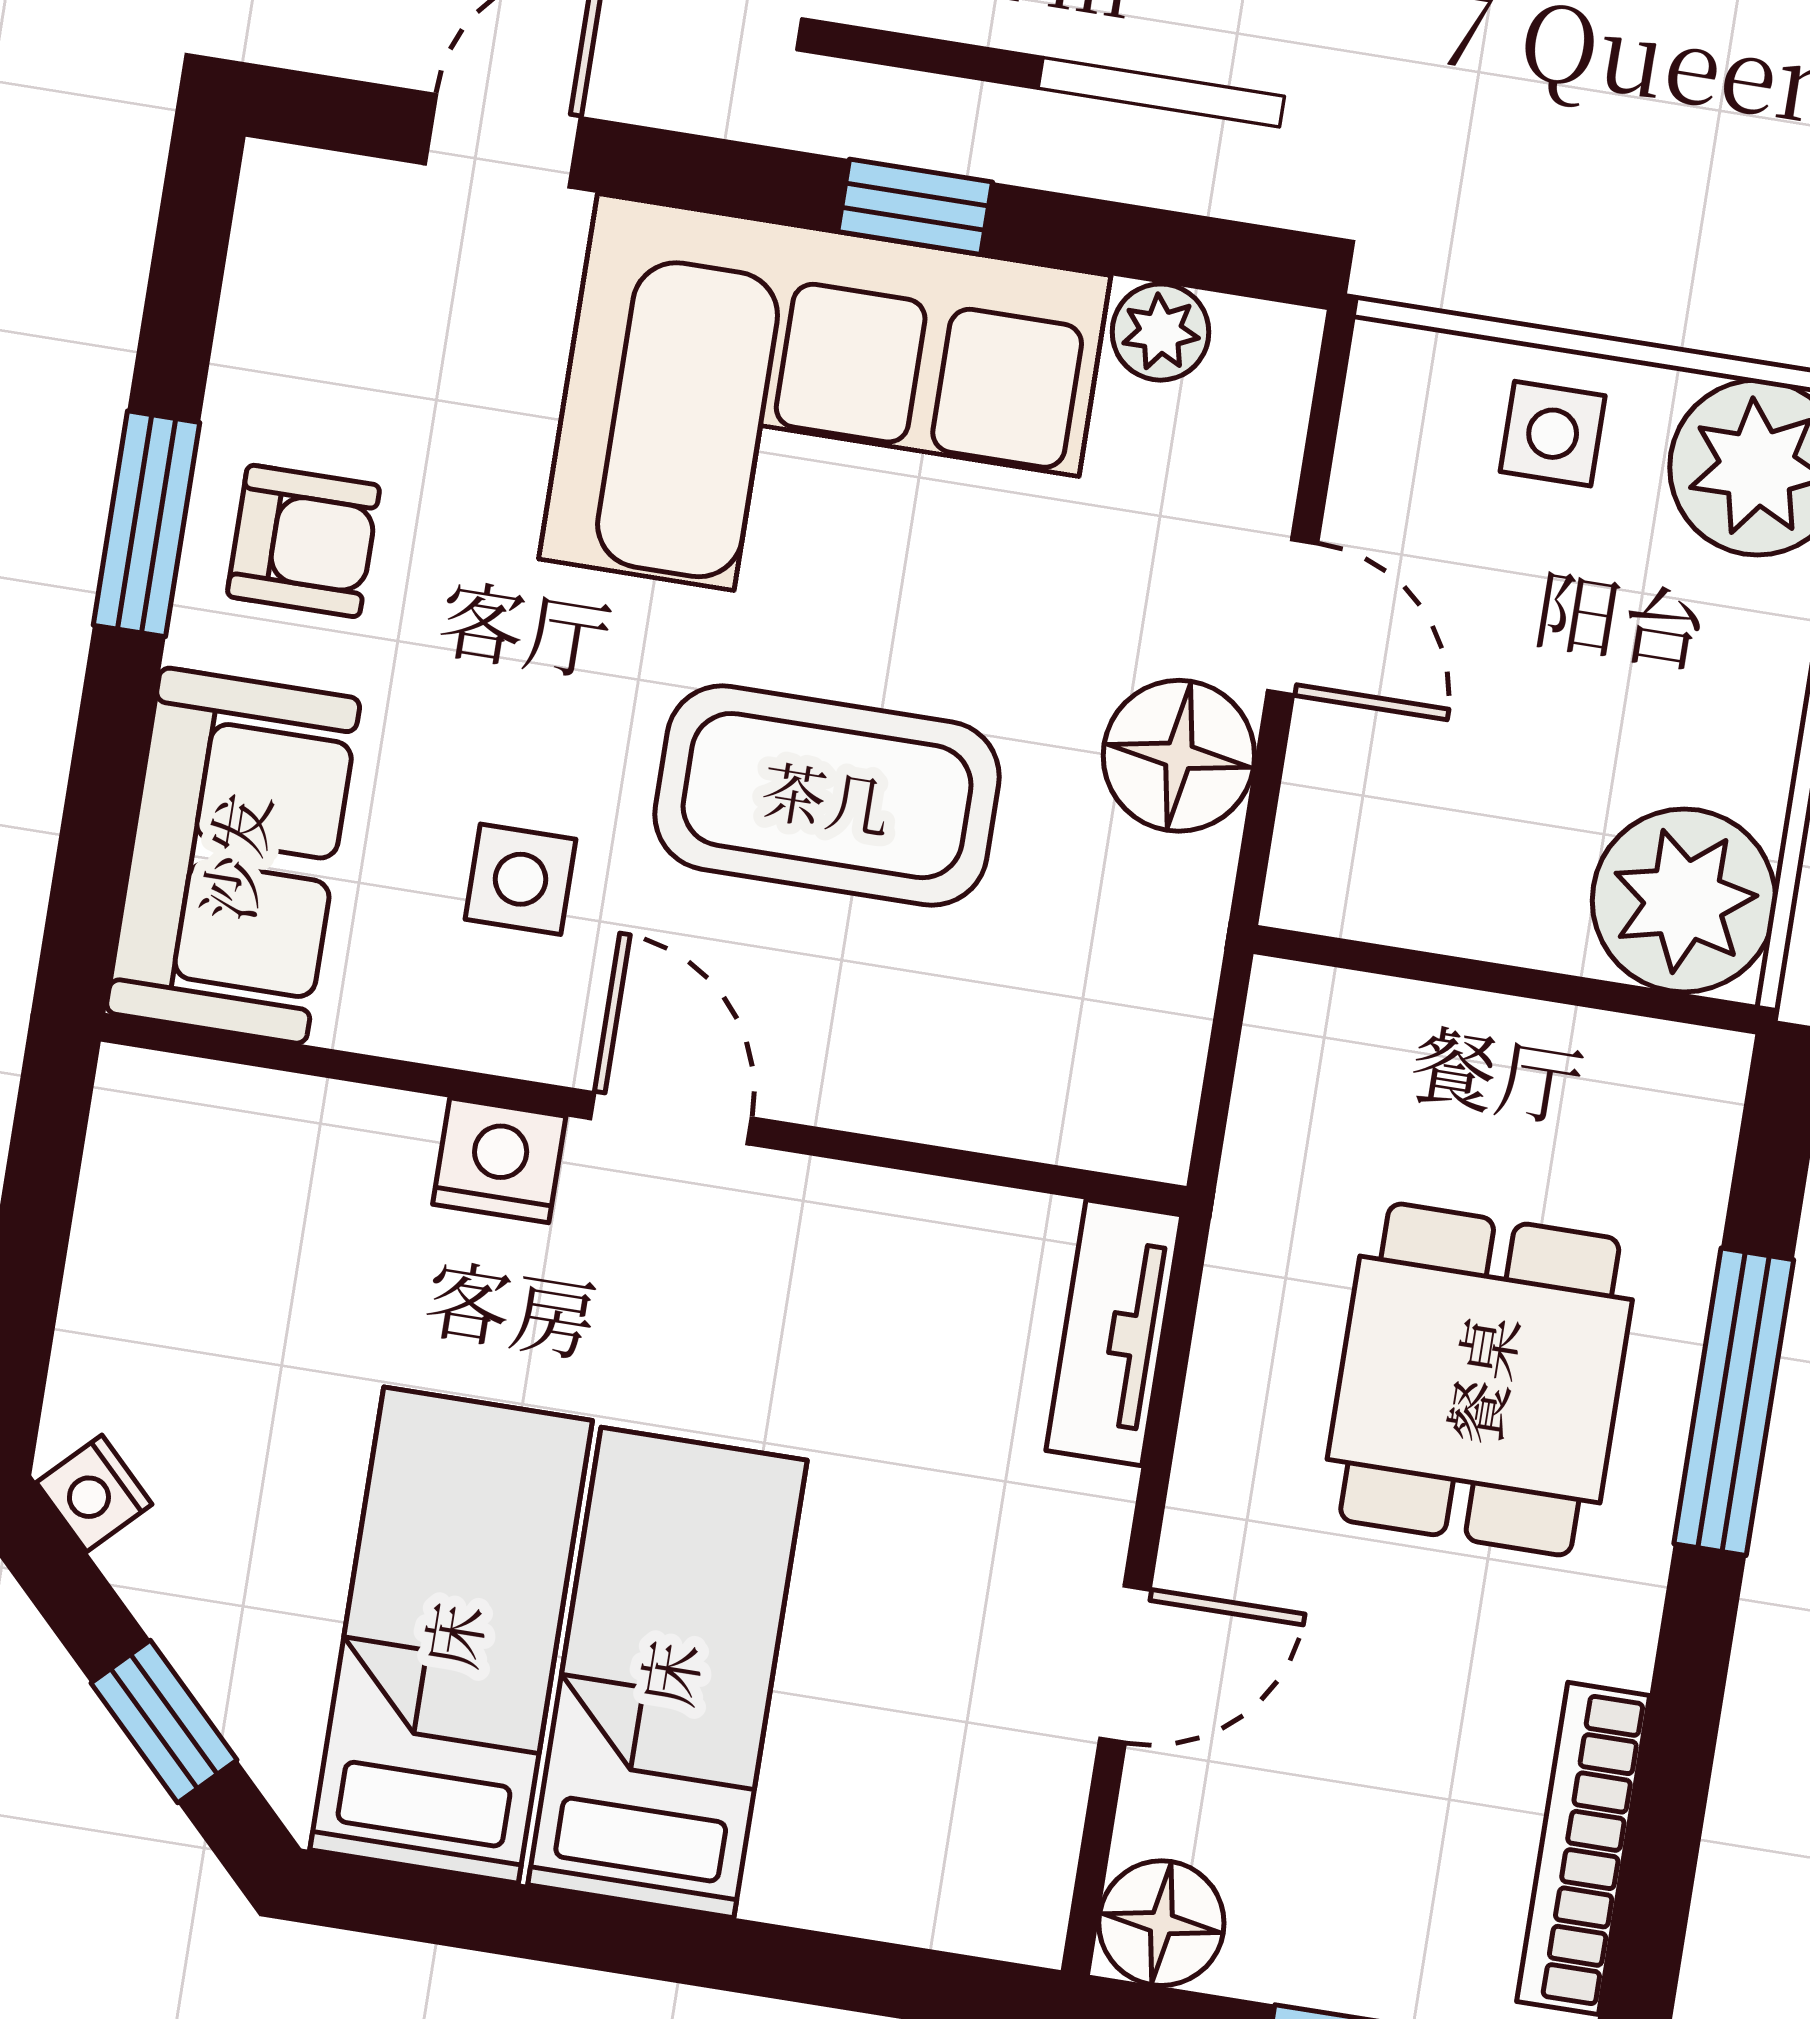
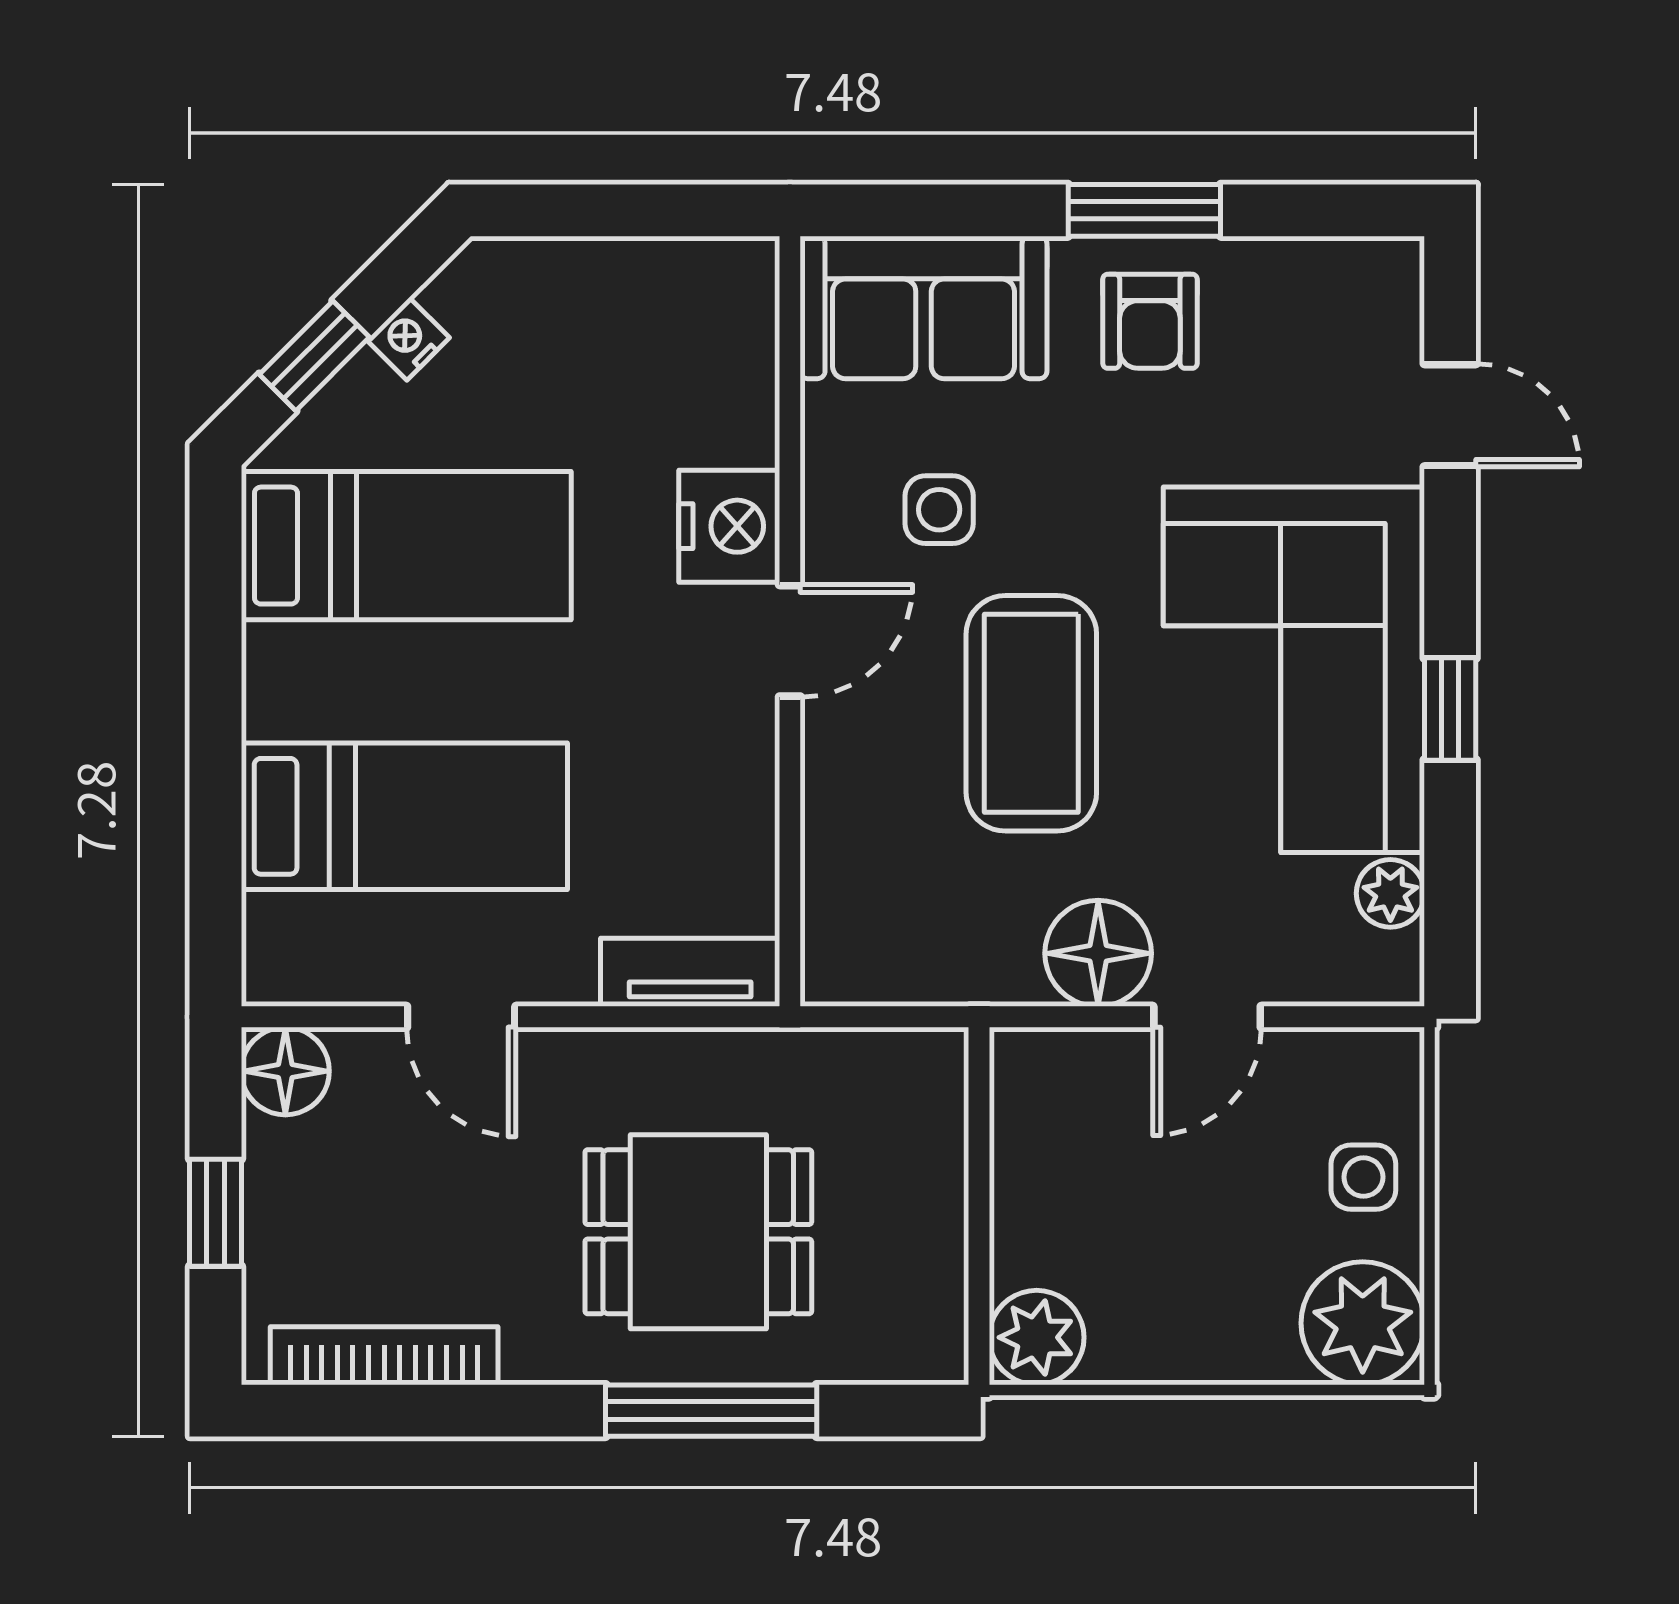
plant: (1684, 900) -> (1037, 1337), width x0.73, depth x0.73
nightstand: (499, 1160) -> (729, 526), width x1.36, depth x1.33
nightstand: (94, 1493) -> (408, 339), moved
bed: (667, 1673) -> (404, 816), moved

